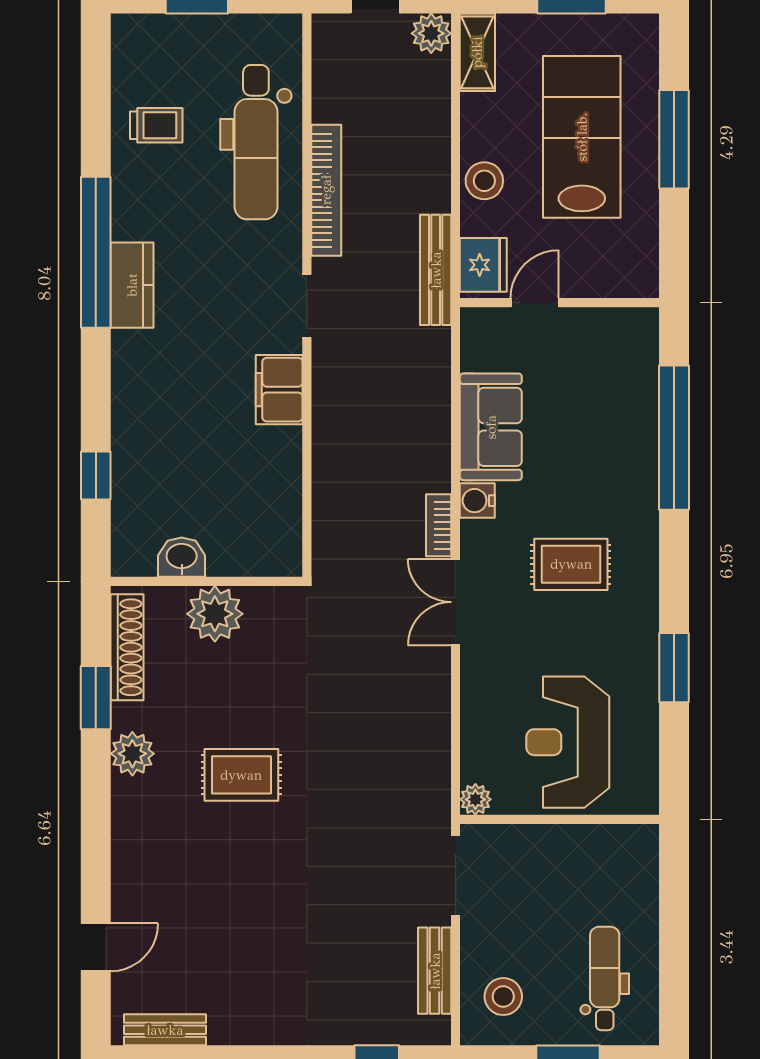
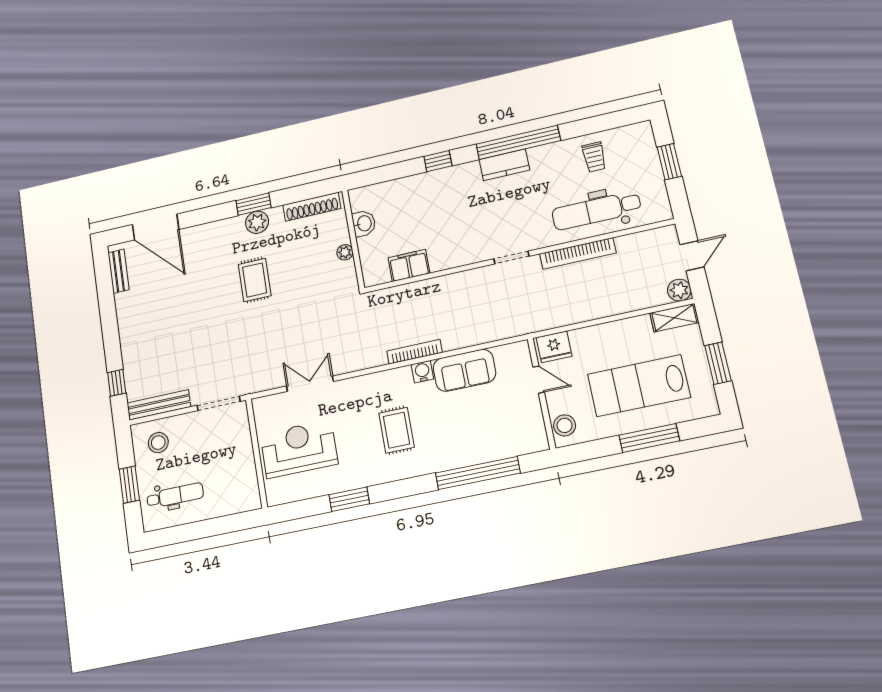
lab bench: (582, 137) -> (639, 386), turned 180
stool: (484, 181) -> (565, 425), moved
bench: (436, 270) -> (546, 322), removed
filing cabinet: (279, 390) -> (409, 265), moved
window: (96, 475) -> (438, 161), moved
bookcase: (439, 525) -> (415, 352), width x1.56
double door: (456, 602) -> (310, 384), moved
plant: (215, 614) -> (345, 252), width x0.53, depth x0.53
window: (96, 698) -> (254, 204), moved
plant: (475, 799) -> (260, 405), removed
door: (96, 947) -> (156, 227), width x1.88
bench: (435, 971) -> (159, 405), width x1.36

